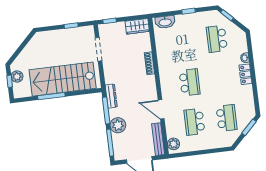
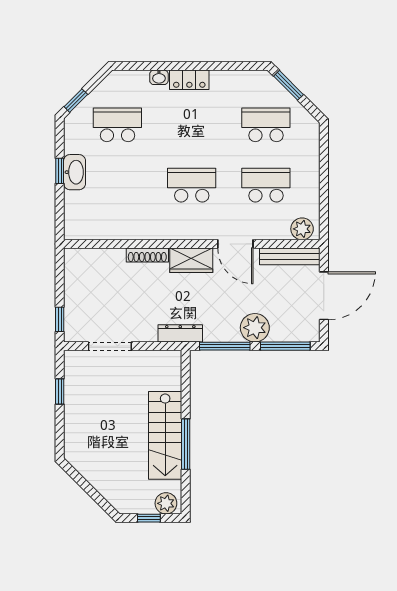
washbasin: (165, 22) -> (75, 172), moved
wardrobe: (137, 26) -> (191, 260), moved, turned 90
school desk: (217, 39) -> (117, 125), turned 180
plant: (17, 76) -> (166, 503), moved
stairs: (63, 79) -> (165, 435), width x0.73, depth x0.66
dresser: (111, 96) -> (180, 333), moved
door: (161, 109) -> (235, 244), hinge flipped
school desk: (194, 122) -> (266, 185), turned 180

